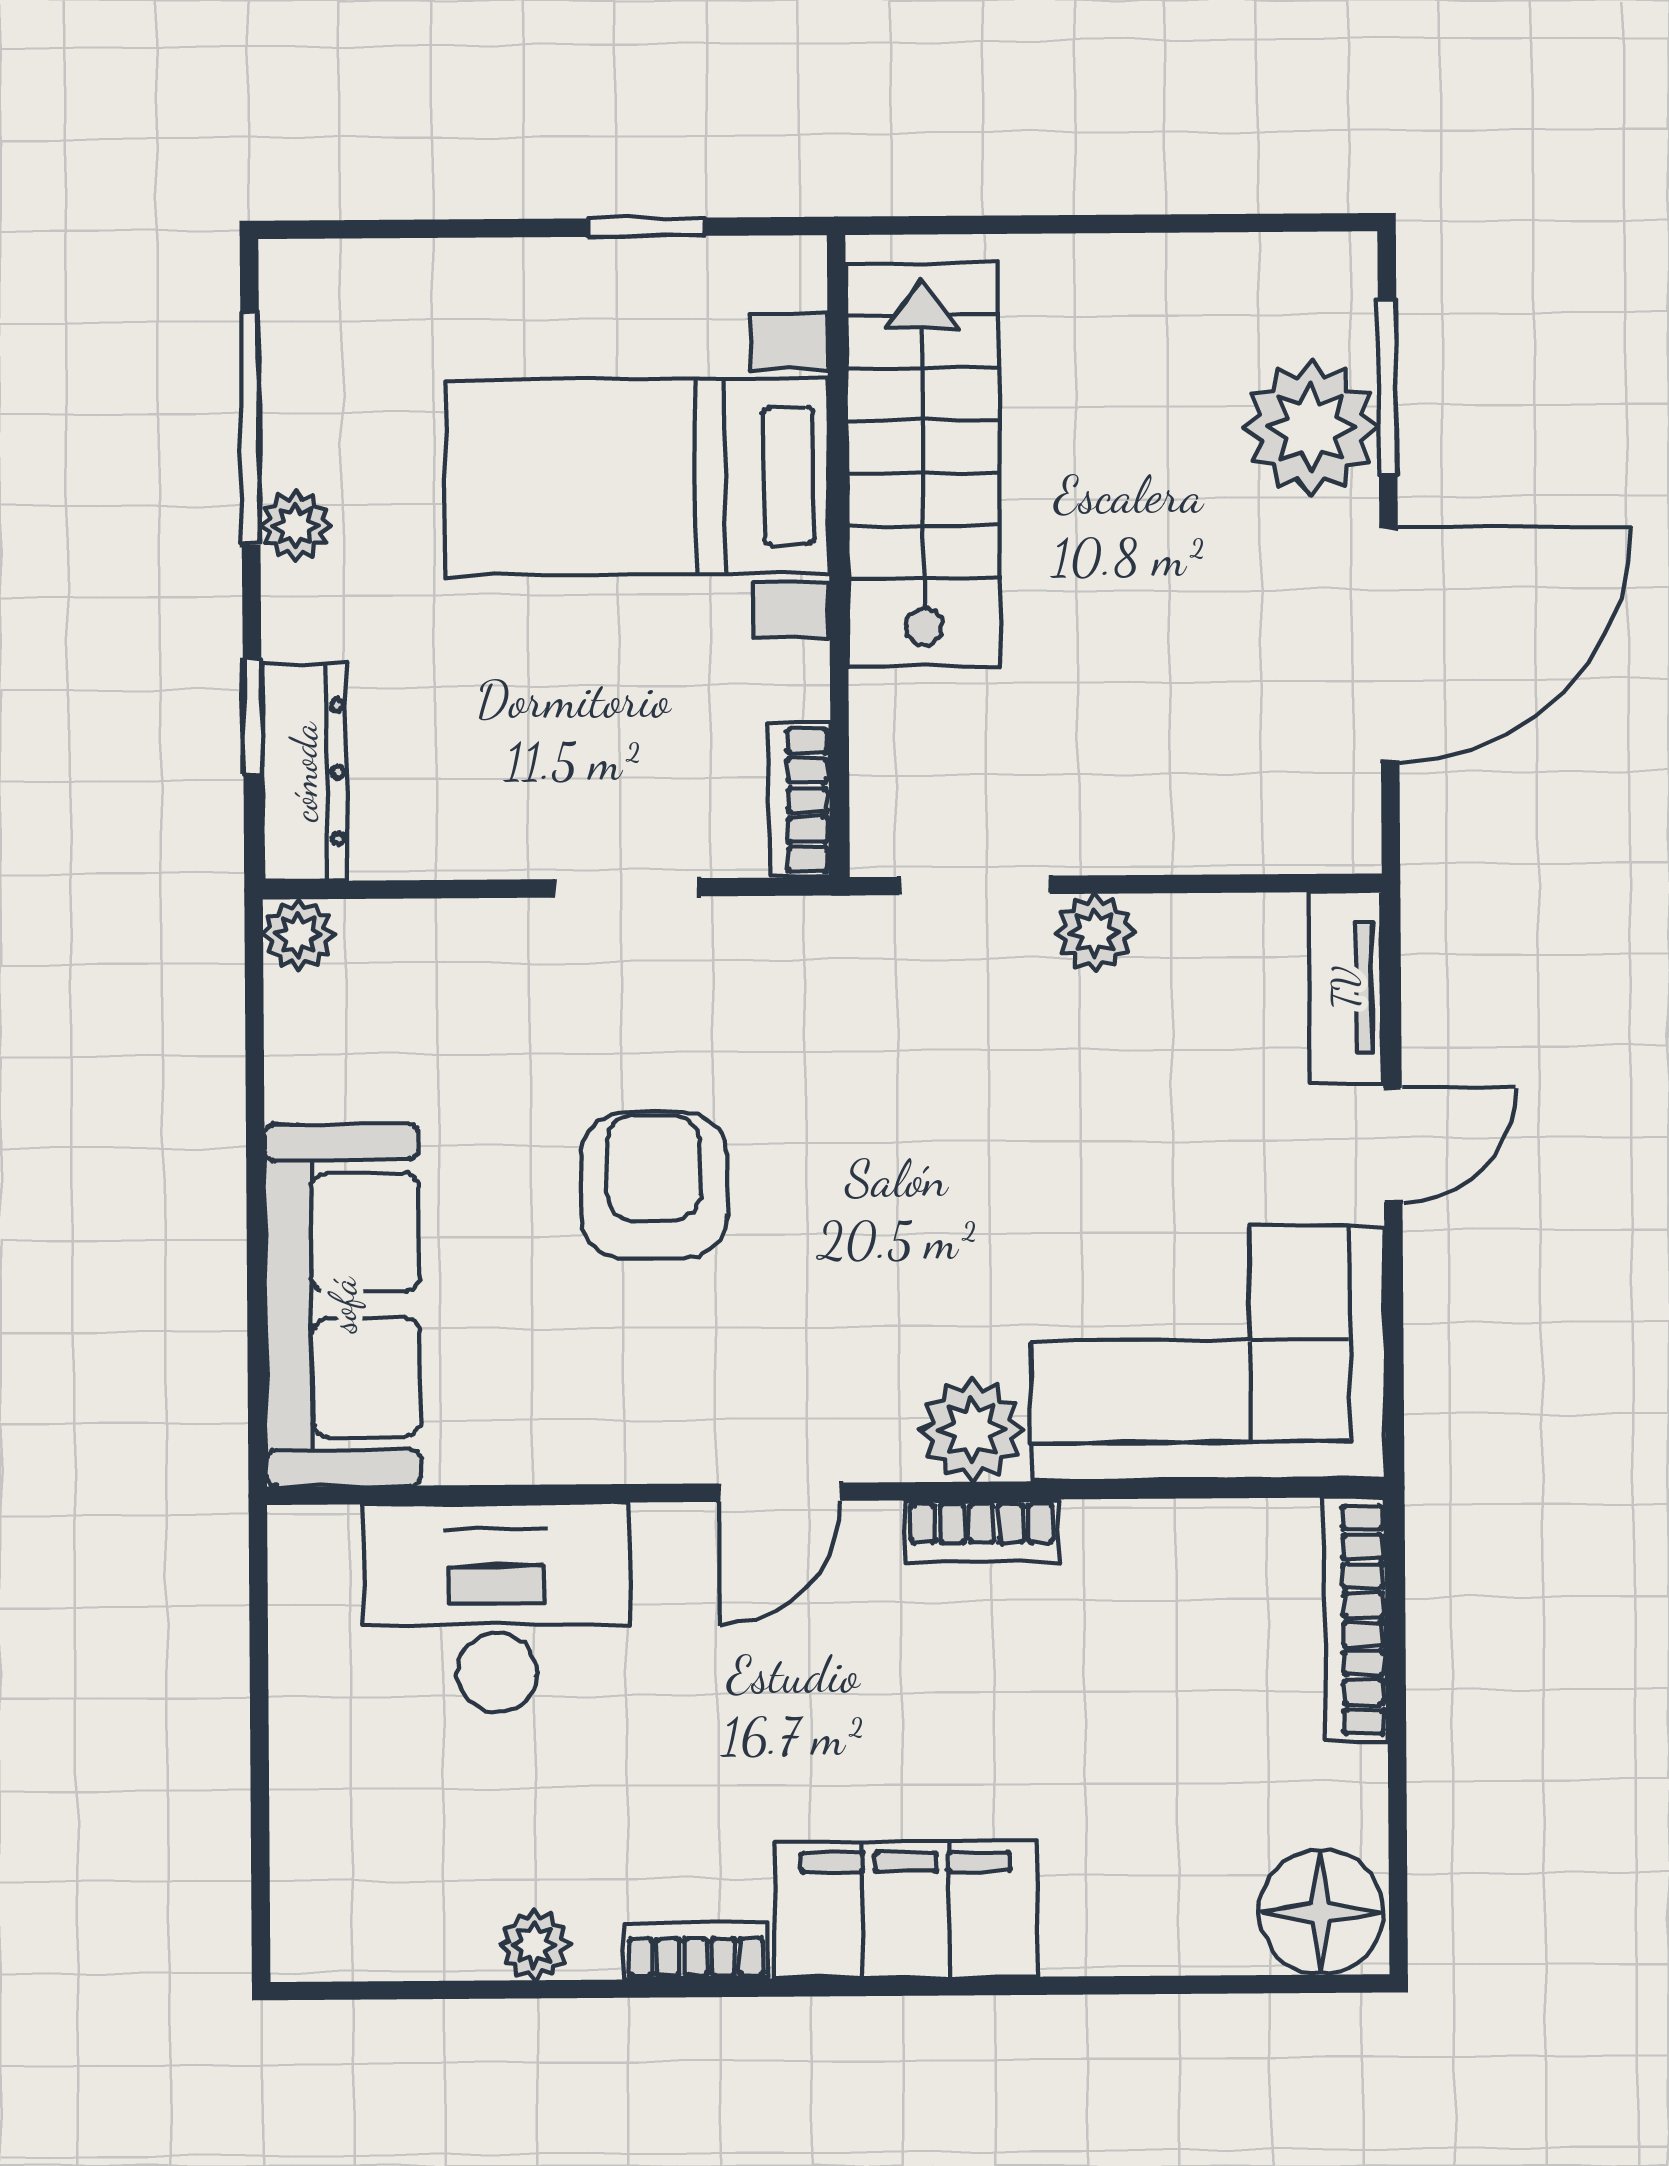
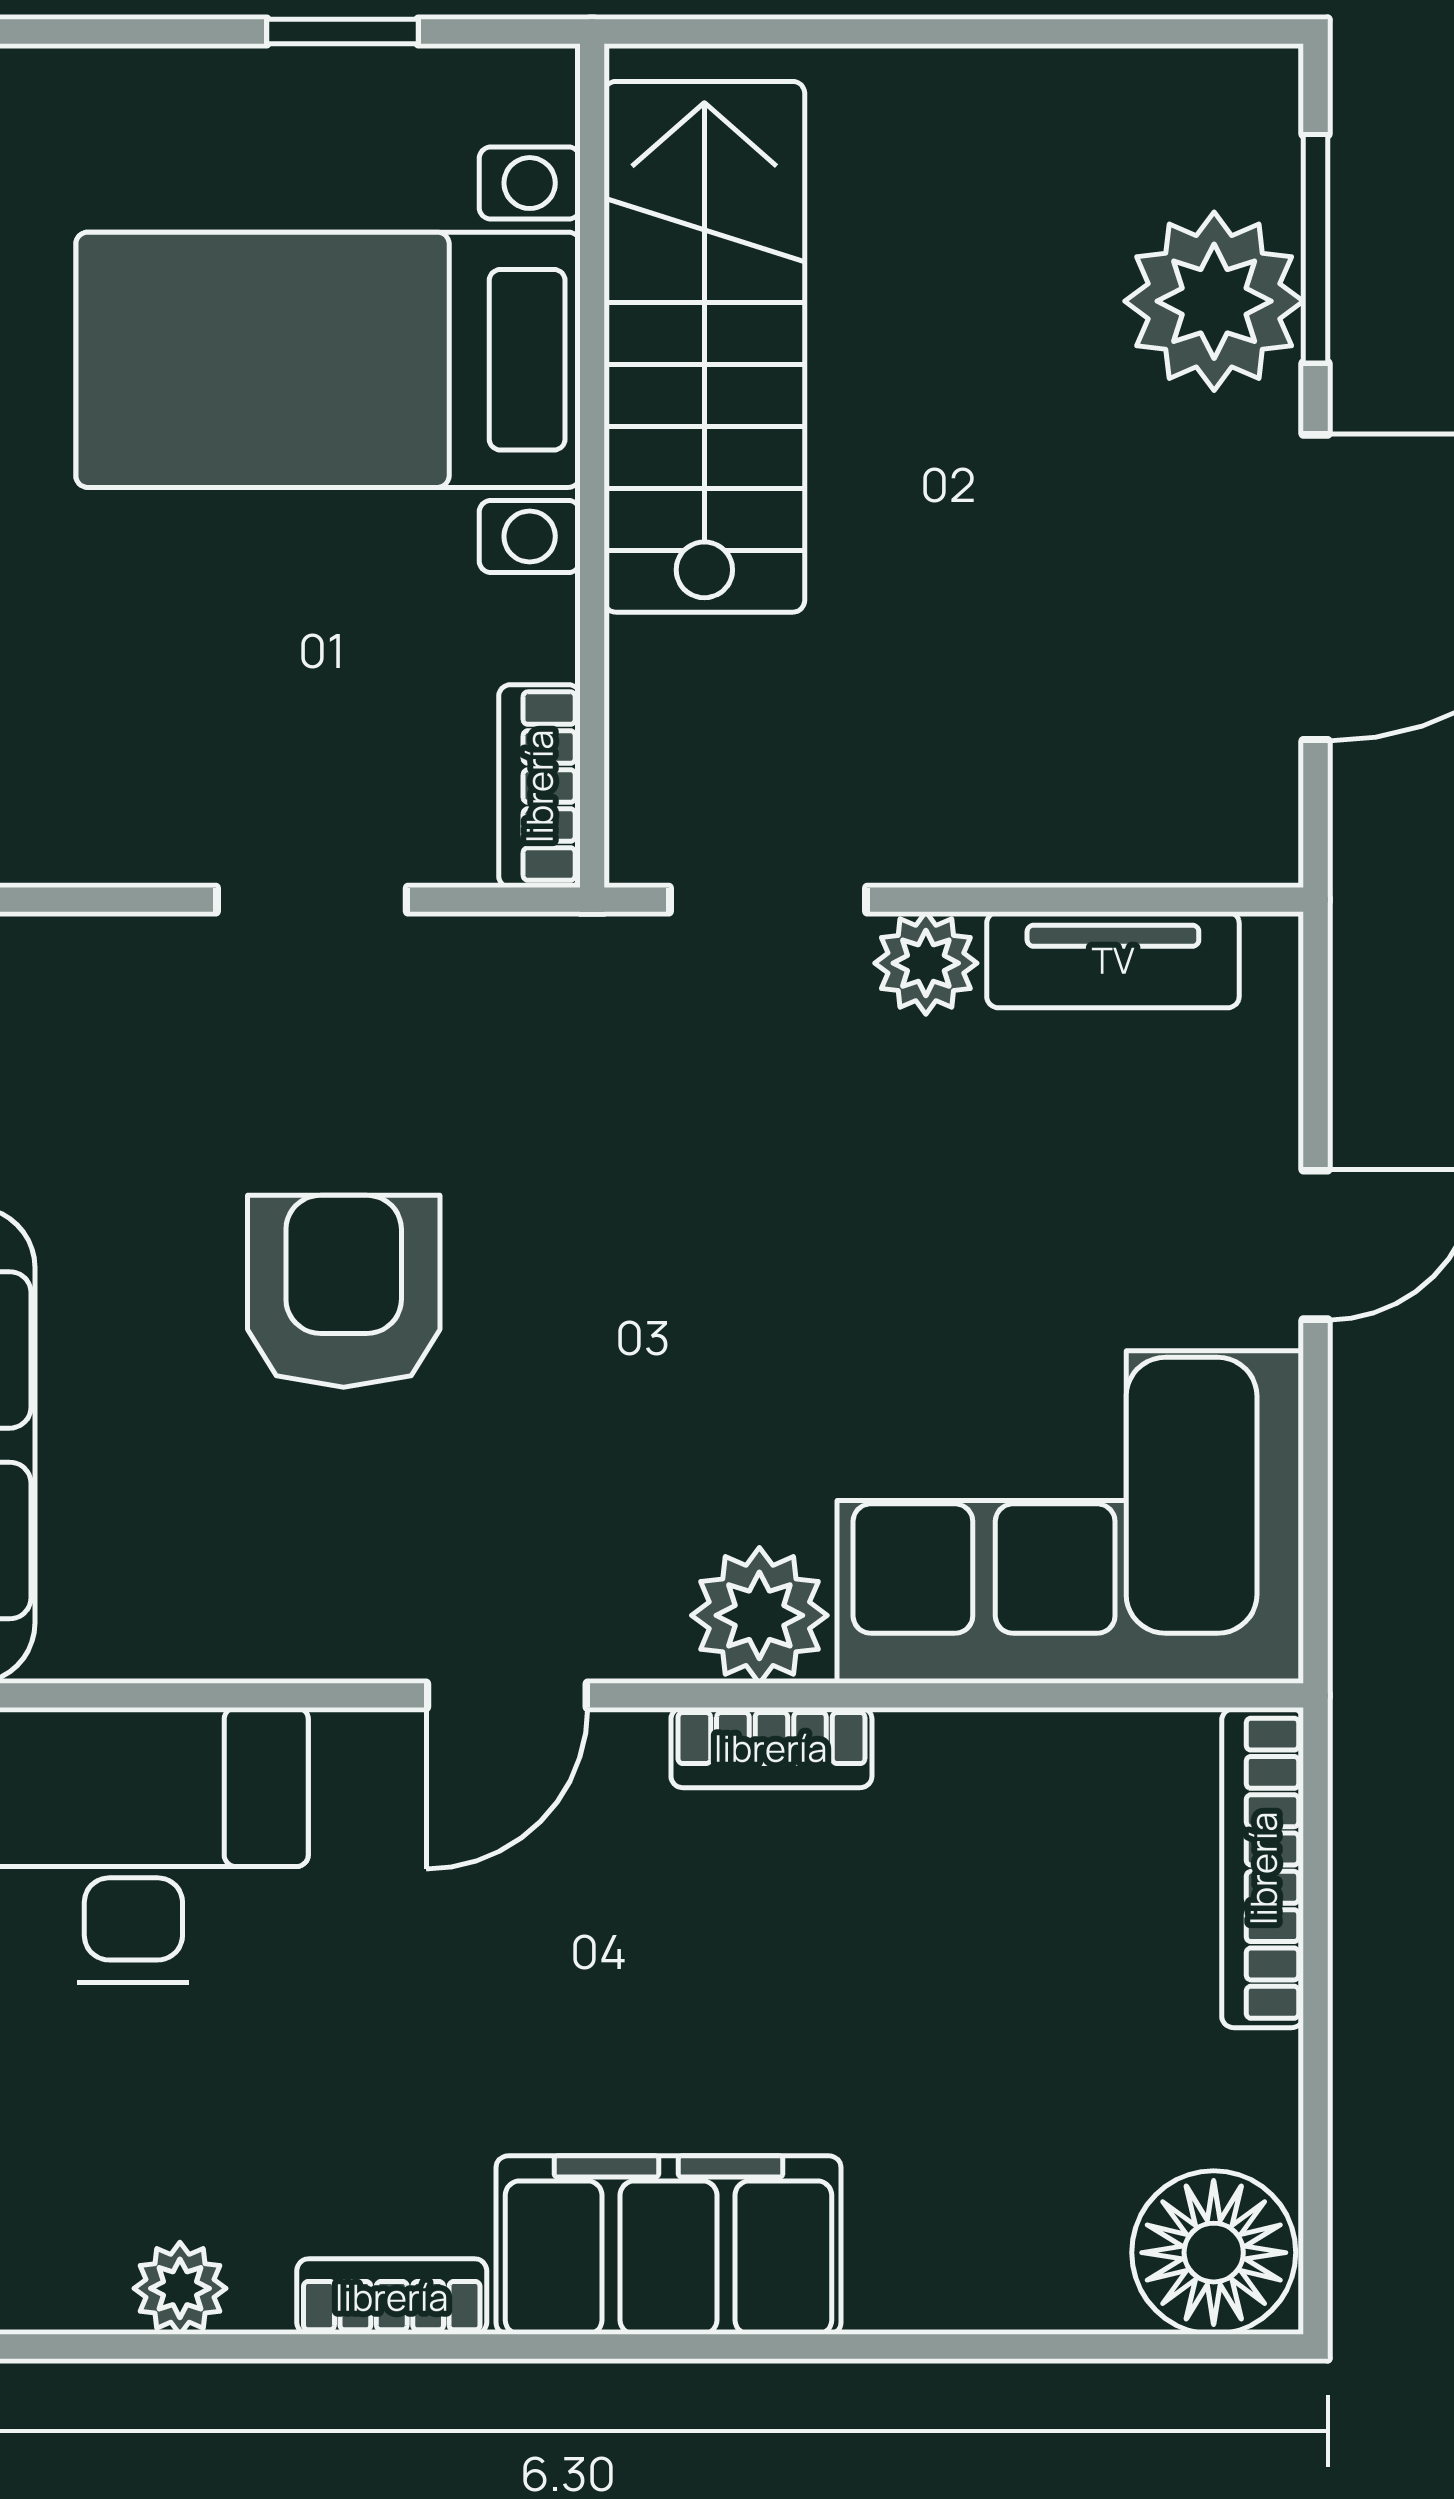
tv unit: (1346, 988) -> (1113, 960), moved, turned -90

